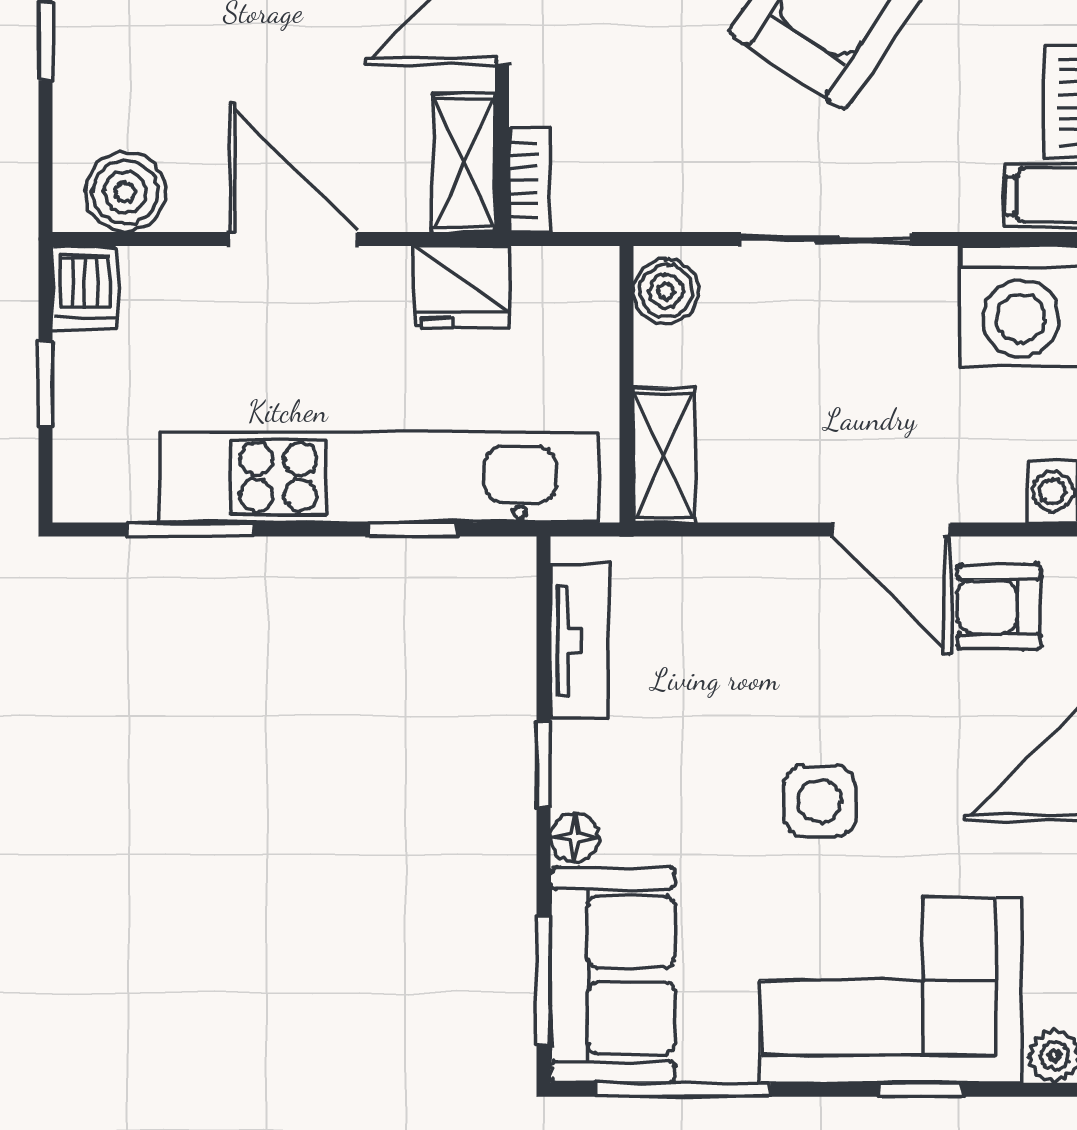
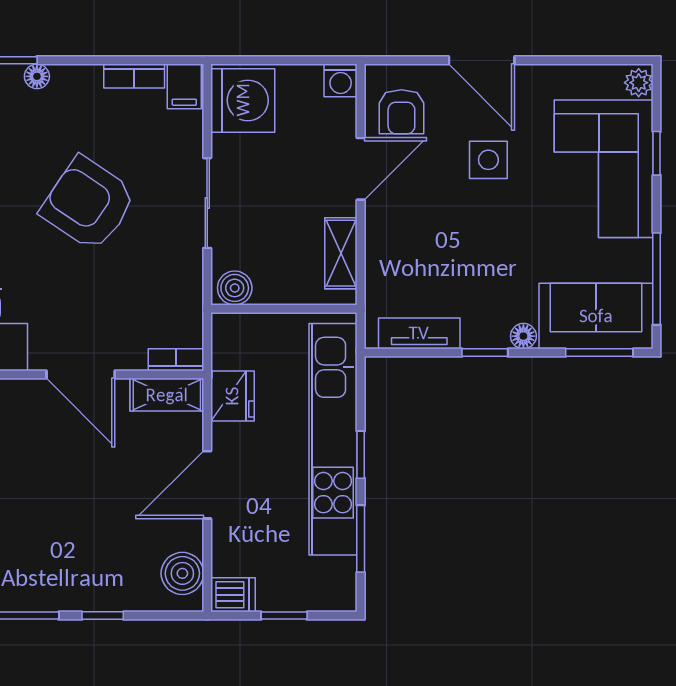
shelving: (664, 455) -> (341, 253), moved, turned 90
window: (412, 529) -> (361, 455), moved
side table: (820, 801) -> (488, 160), moved

